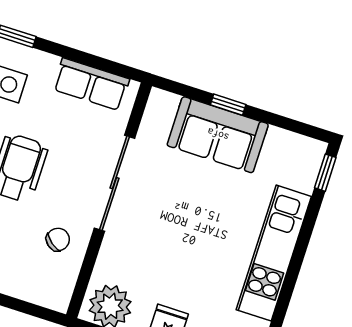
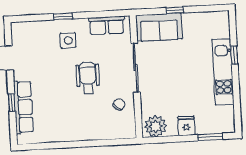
sofa: (218, 135) -> (159, 27), moved
window: (325, 173) -> (234, 55), moved

